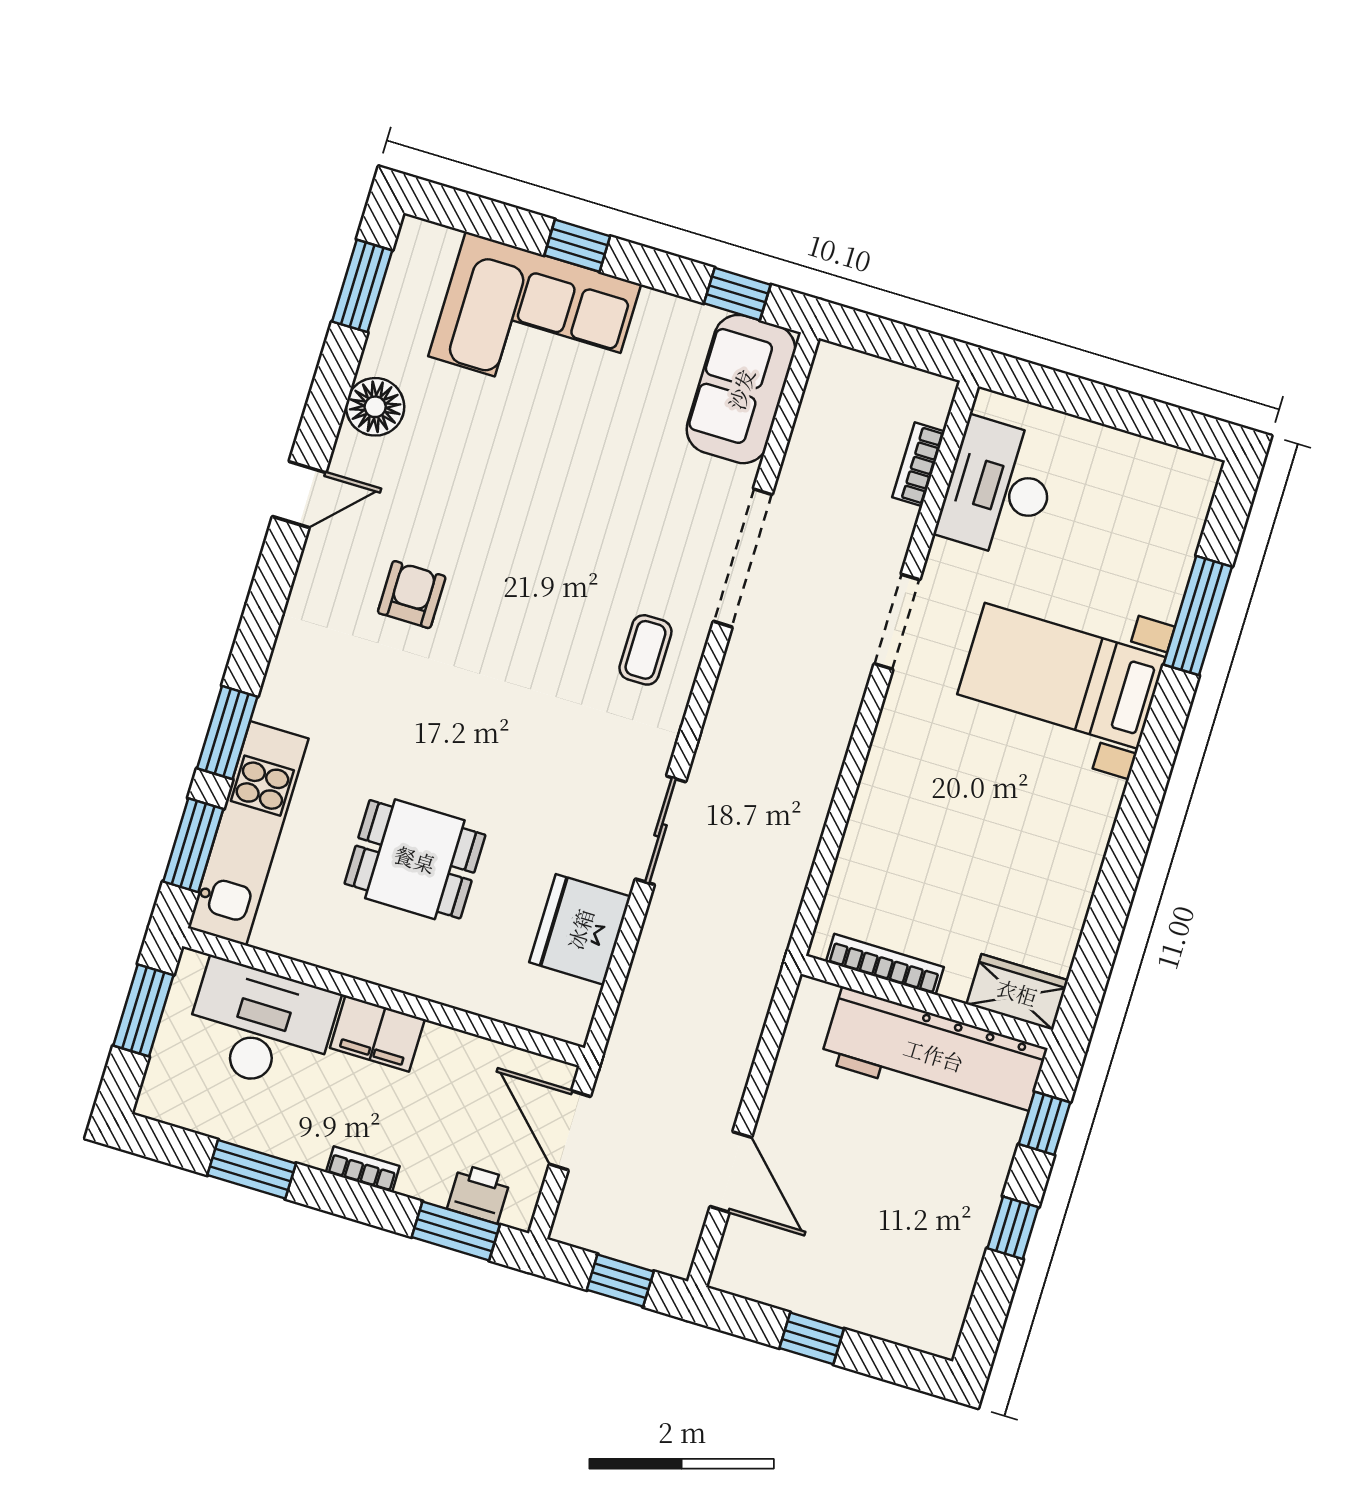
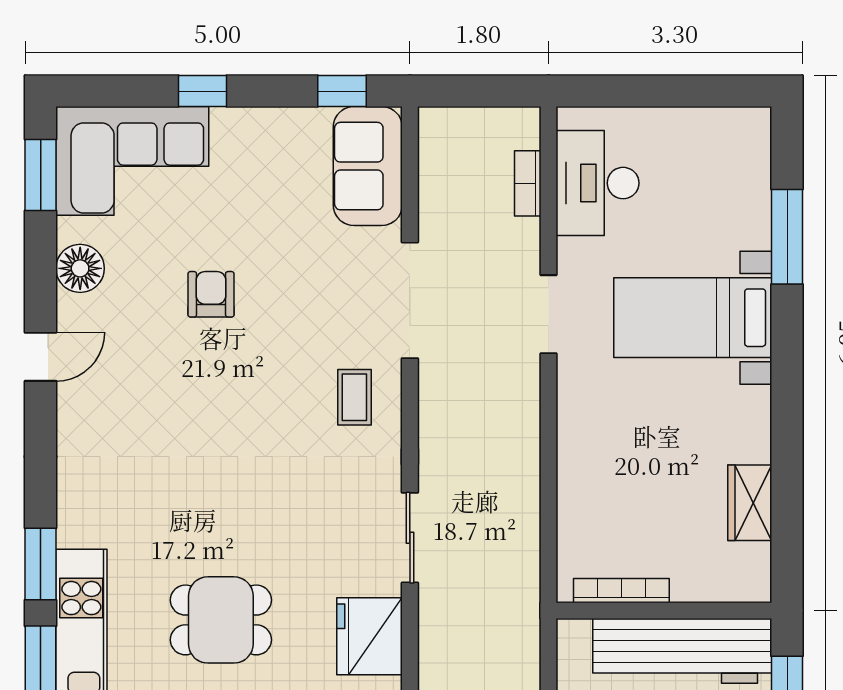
corner sofa: (535, 320) -> (132, 161), moved
armchair: (412, 595) -> (211, 294), moved
wardrobe: (1017, 992) -> (750, 503), moved, turned -90

